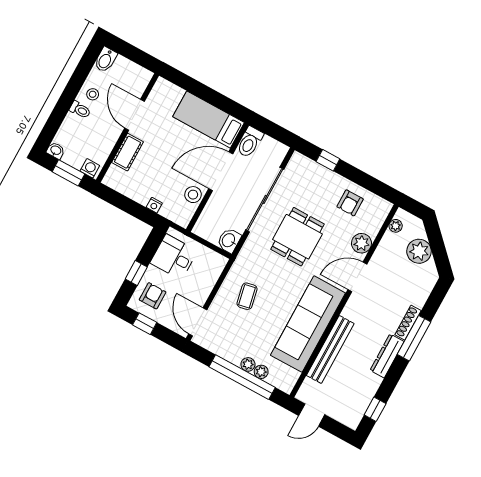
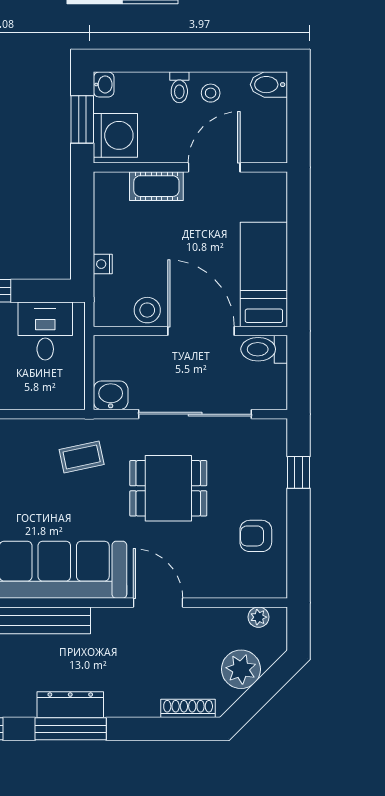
washing machine: (90, 168) -> (115, 135), width x1.89, depth x1.89
plant: (361, 243) -> (208, 583), removed
coffee table: (247, 296) -> (82, 457), moved
shoe rack: (408, 323) -> (188, 708), moved
window: (414, 338) -> (71, 729), moved

